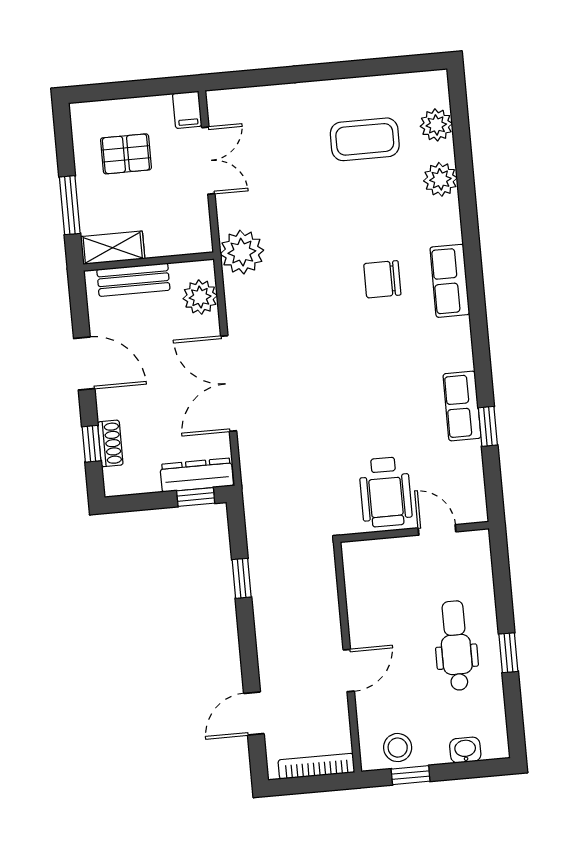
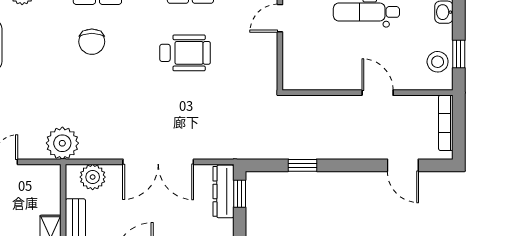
wheelchair: (385, 492) -> (185, 53), moved

